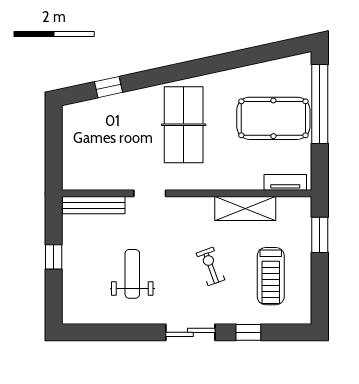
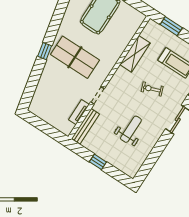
window: (108, 87) -> (45, 51), moved
tv unit: (285, 182) -> (79, 112), moved
weight bench: (132, 274) -> (131, 129), turned 90

